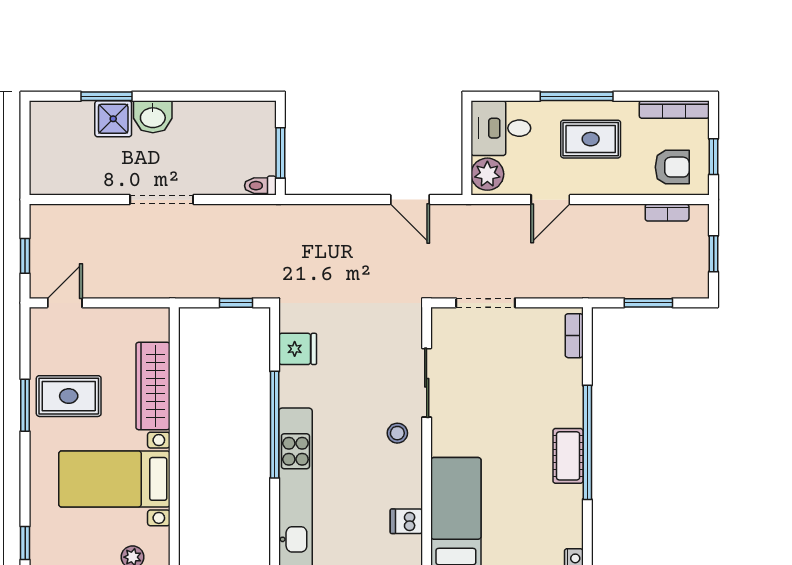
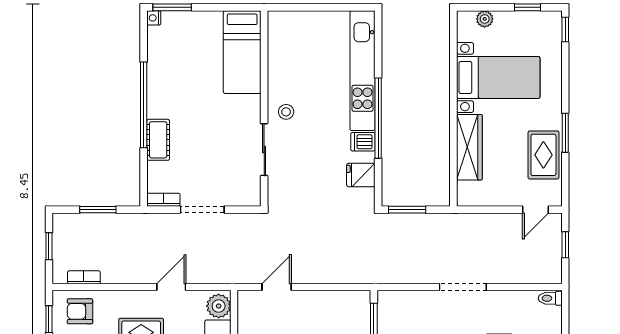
toilet: (260, 186) -> (550, 298), moved, turned 180
door: (410, 200) -> (277, 287), hinge flipped
window: (236, 303) -> (407, 210), width x1.50
doorway: (485, 303) -> (202, 210), moved
bookcase: (574, 336) -> (163, 200), moved, turned -90
rug: (69, 396) -> (543, 155), moved, turned 90
cot: (568, 456) -> (158, 140), moved
dishwasher: (406, 521) -> (363, 142), moved, turned 180

